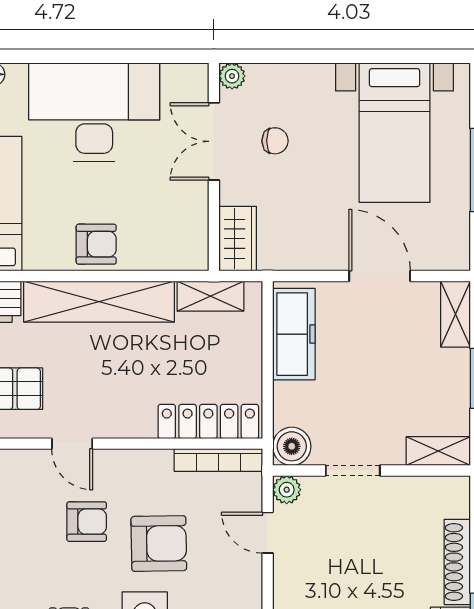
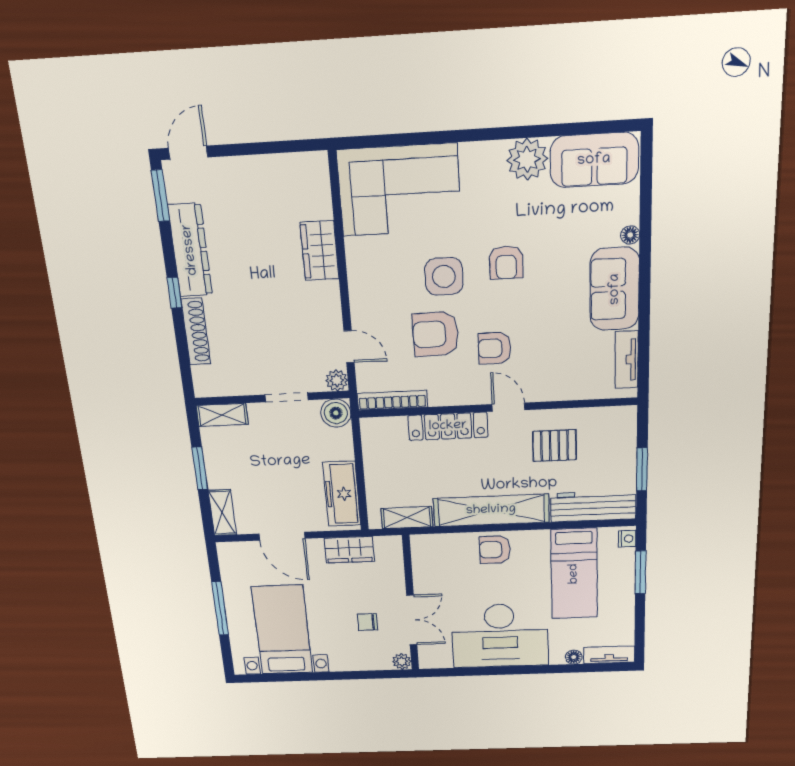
wardrobe: (238, 239) -> (349, 550), moved, turned -90
locker: (208, 421) -> (448, 426), moved

